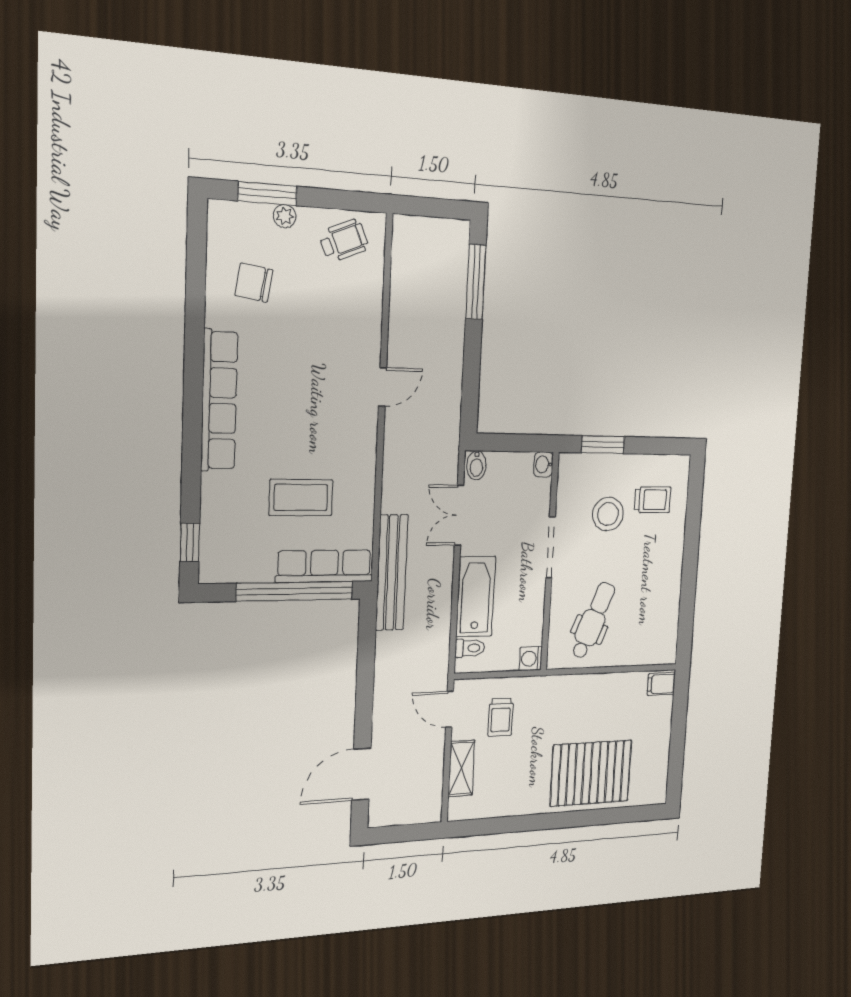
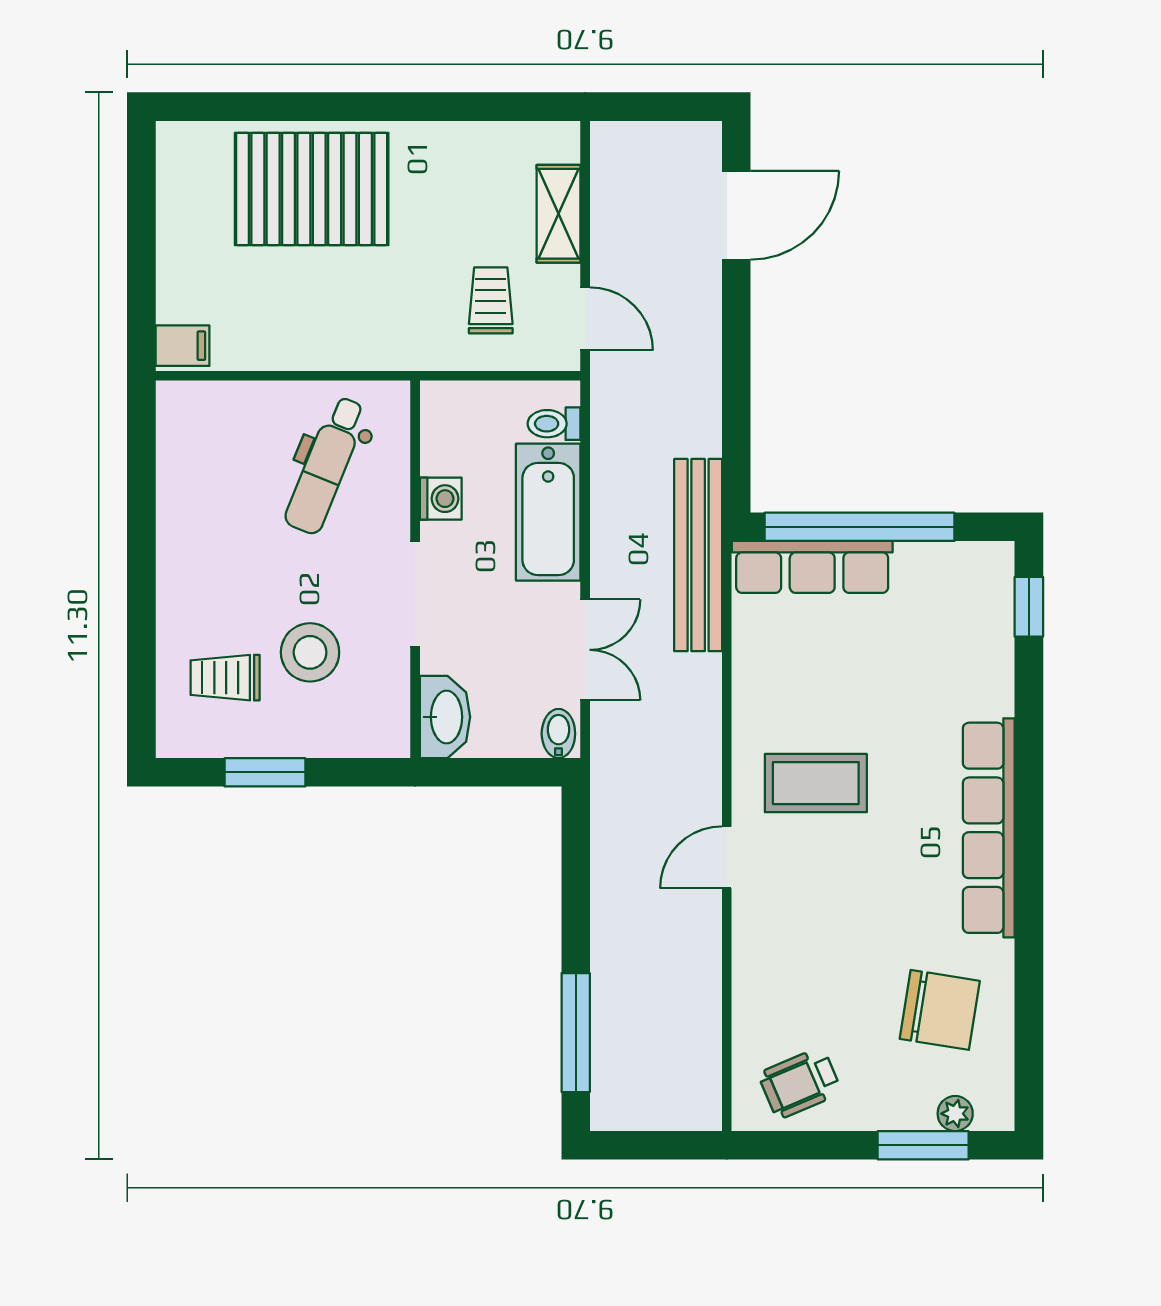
plant: (285, 216) -> (955, 1114), moved
chair: (254, 283) -> (940, 1010), width x1.37, depth x1.37
window: (603, 445) -> (265, 772), moved
washbasin: (543, 464) -> (445, 717), width x1.91, depth x1.45
coffee table: (301, 497) -> (816, 783), moved
washing machine: (531, 659) -> (441, 499), moved

